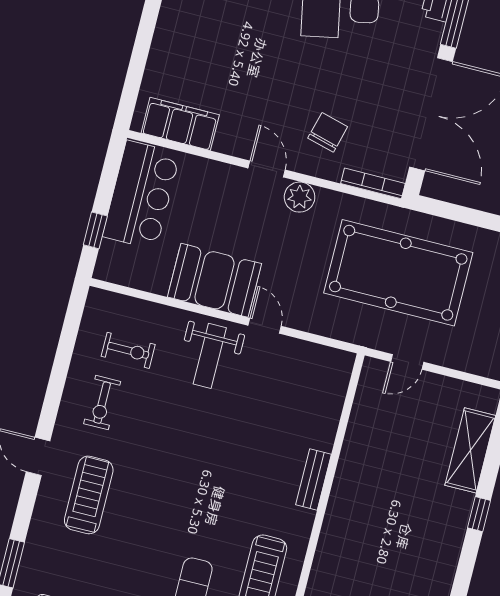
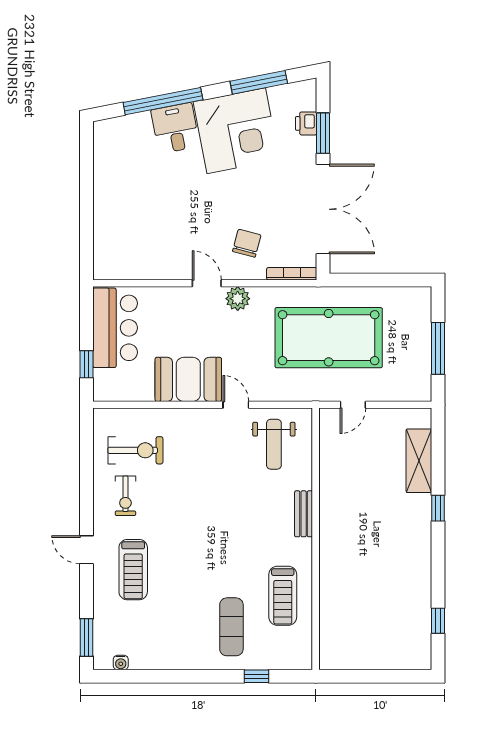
filing cabinet: (180, 124) -> (131, 265), removed
exercise bike: (128, 350) -> (135, 450), width x1.38, depth x1.39
weight bench: (210, 356) -> (274, 444), moved
treadmill: (89, 495) -> (133, 570), turned 180

